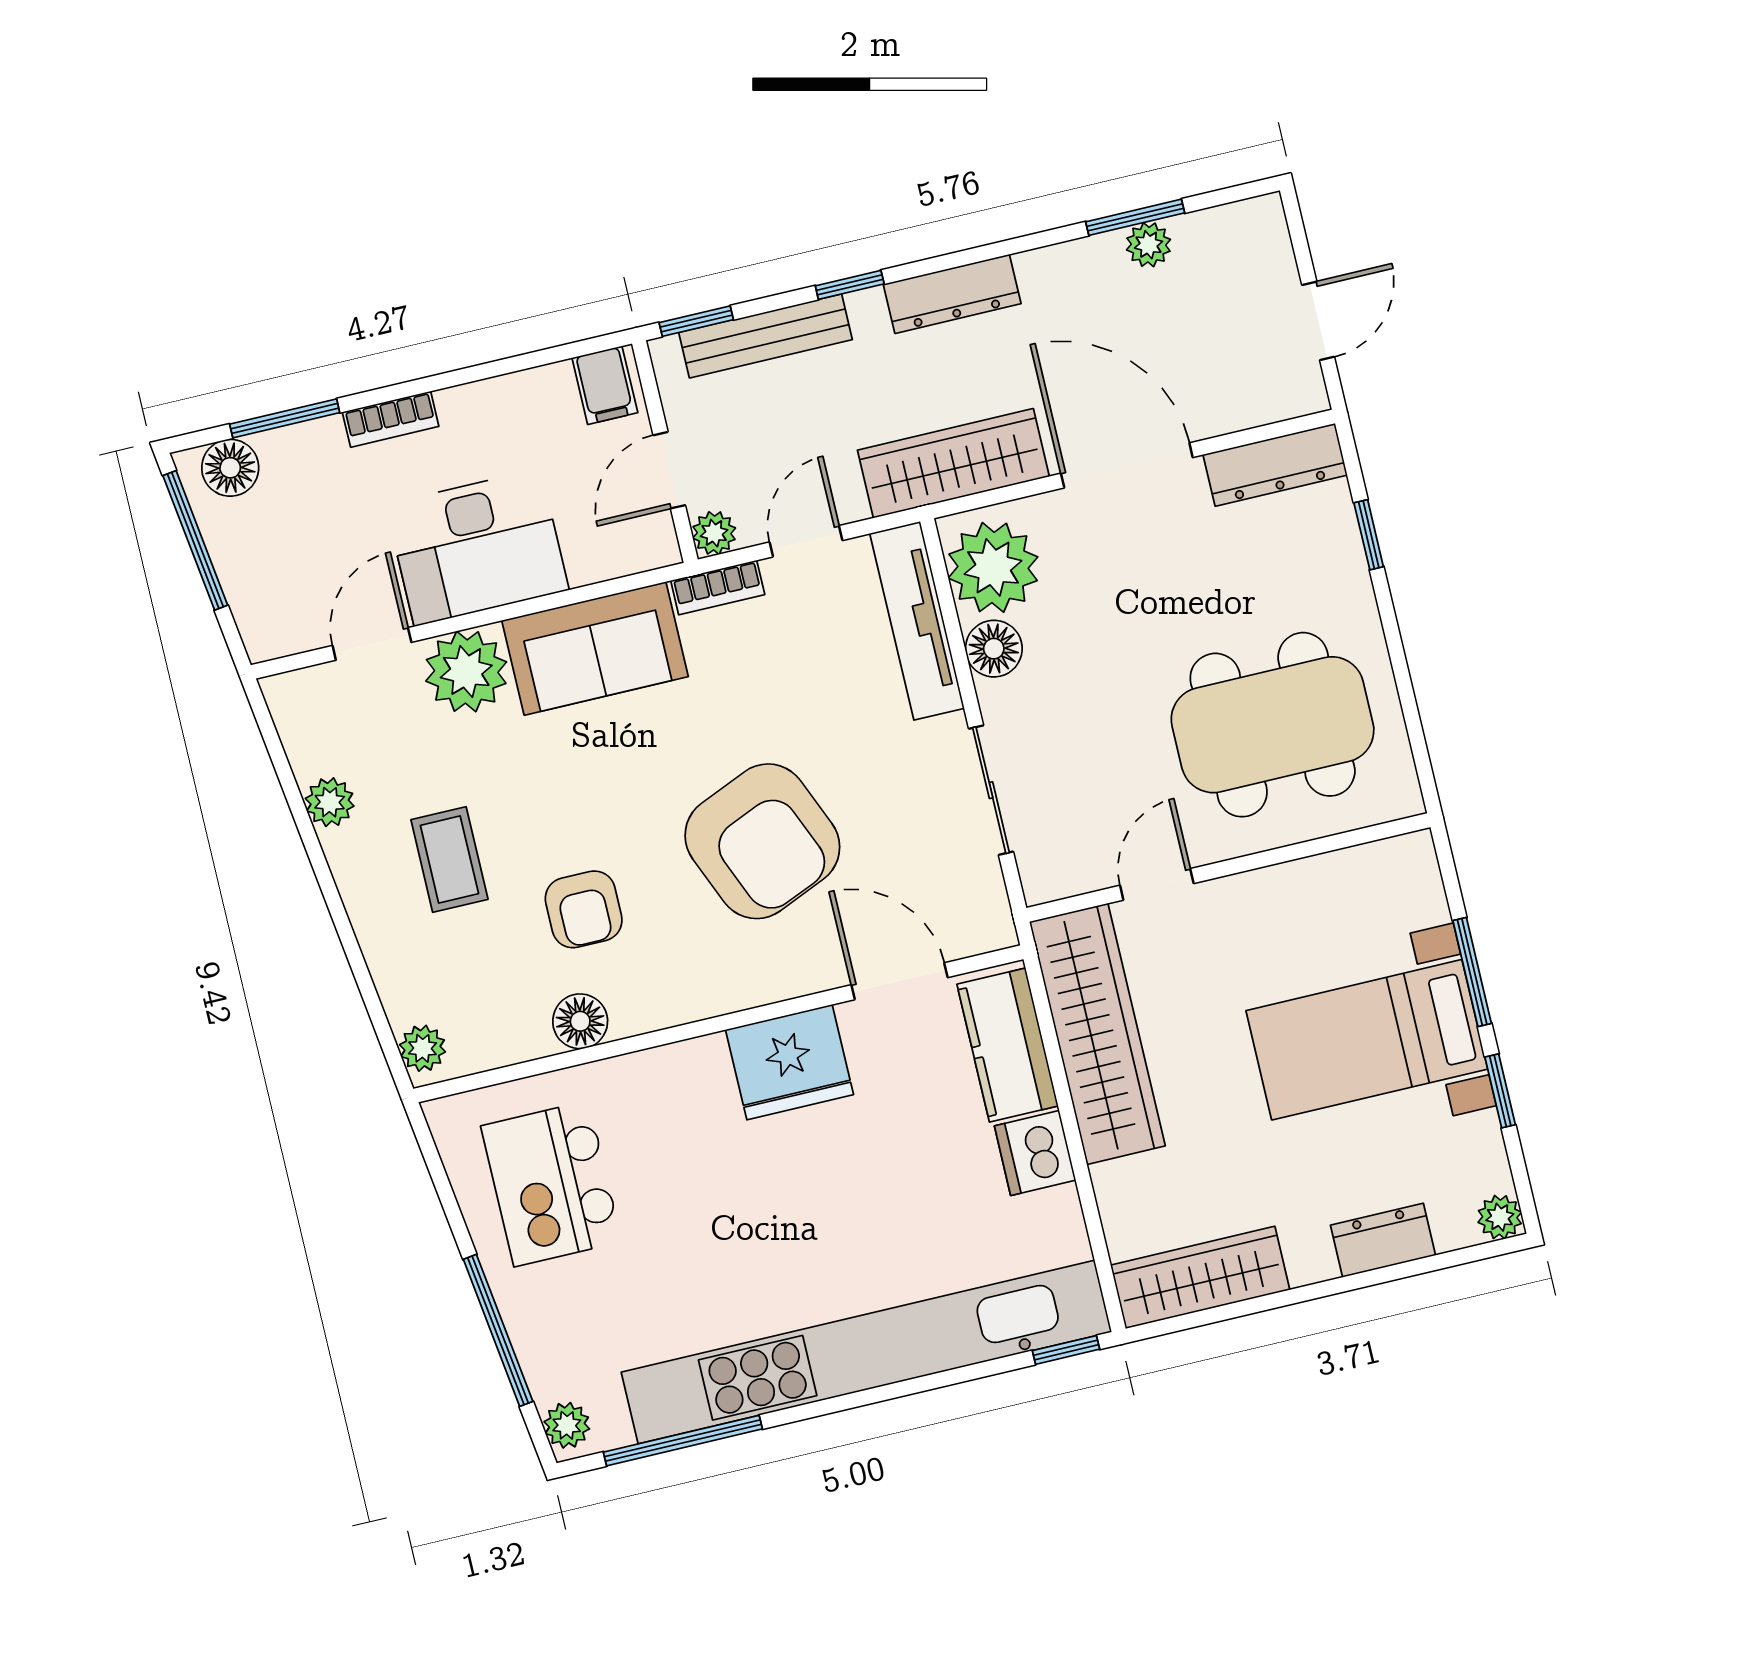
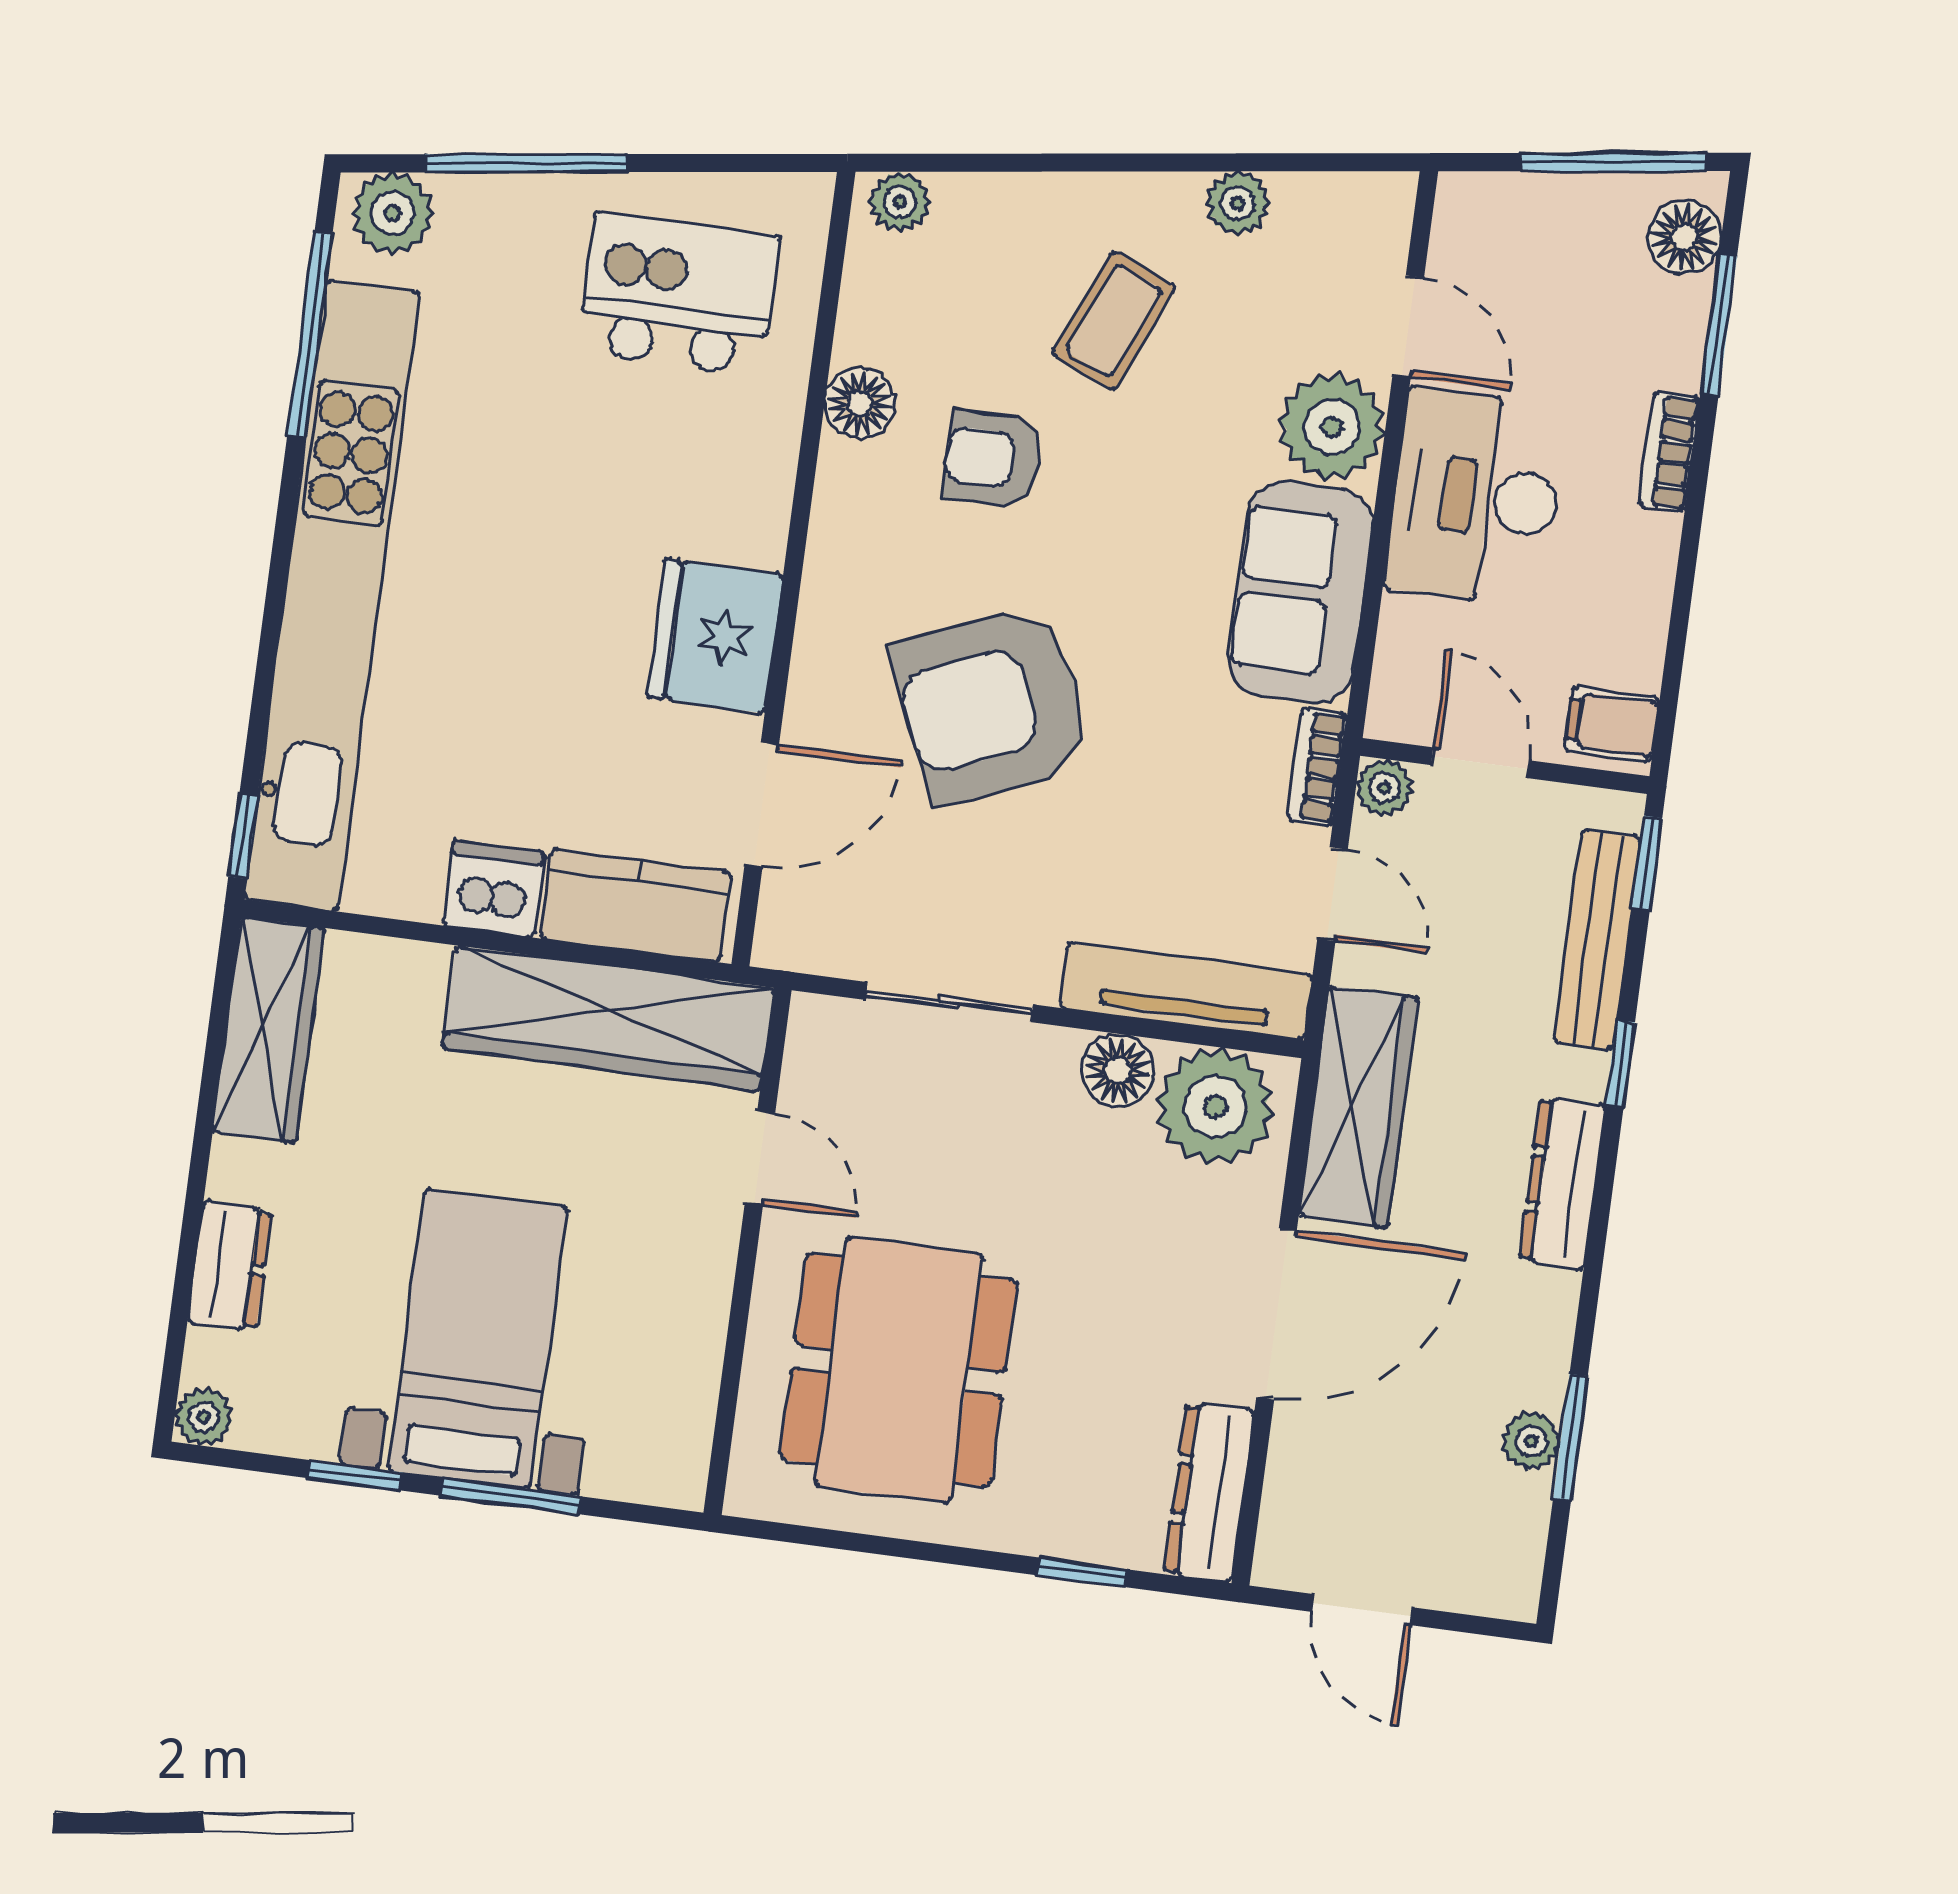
coffee table: (449, 859) -> (1114, 321), turned -67
plant: (567, 1425) -> (393, 213), width x1.38, depth x1.38

